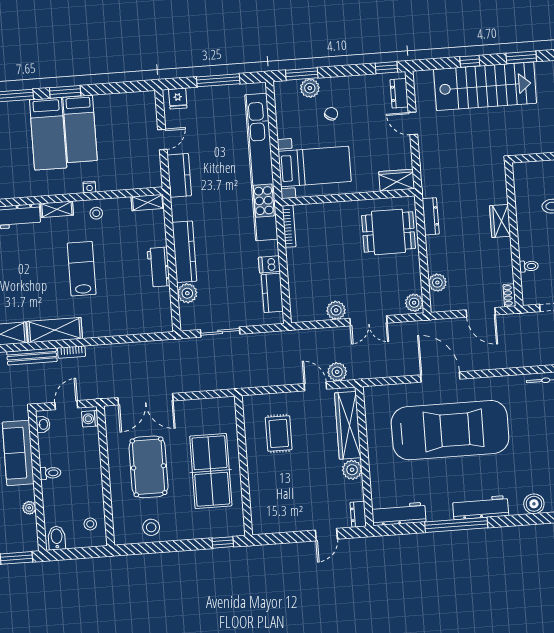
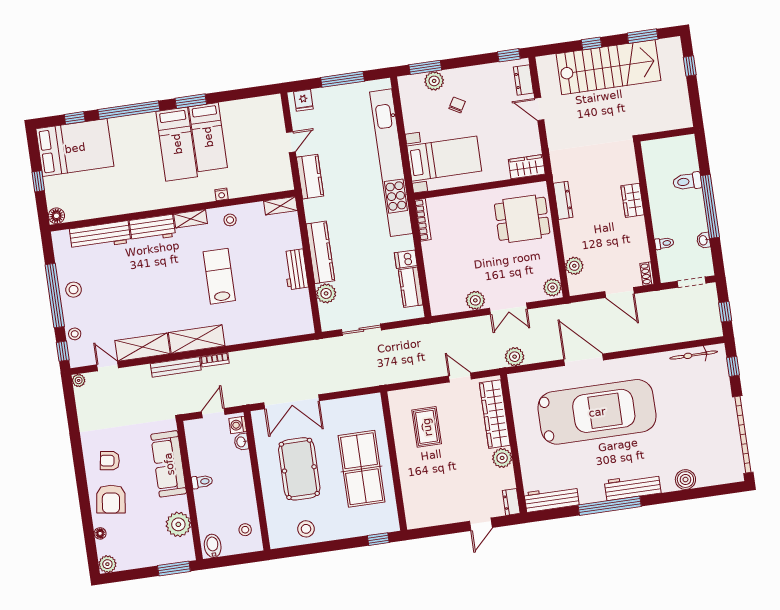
plant: (337, 372) -> (515, 357), moved
washbasin: (43, 424) -> (241, 442), moved, turned 180
plant: (29, 508) -> (178, 524), width x1.88, depth x1.88

